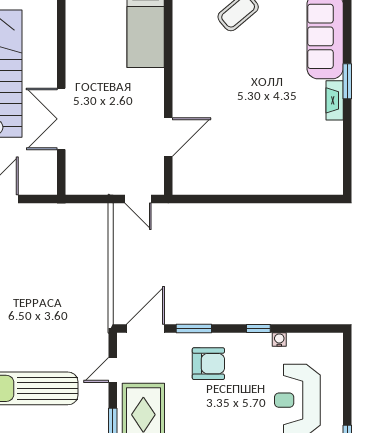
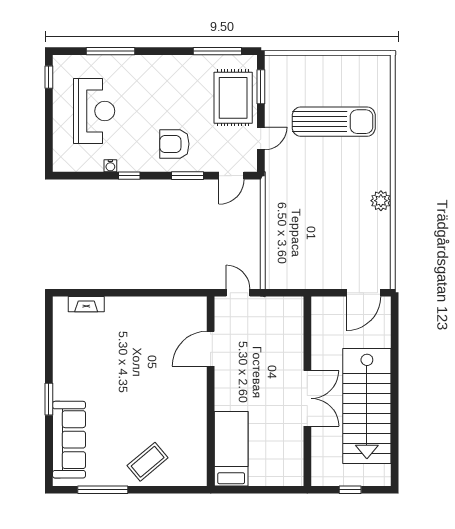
fireplace: (335, 100) -> (86, 304), moved, turned 90
double door: (61, 119) -> (307, 398), moved
door: (145, 329) -> (231, 176), width x0.73

